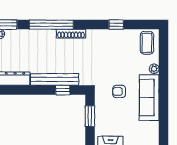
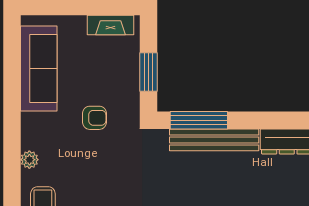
window: (63, 90) -> (199, 120), width x2.17
sofa: (149, 98) -> (39, 68), moved

